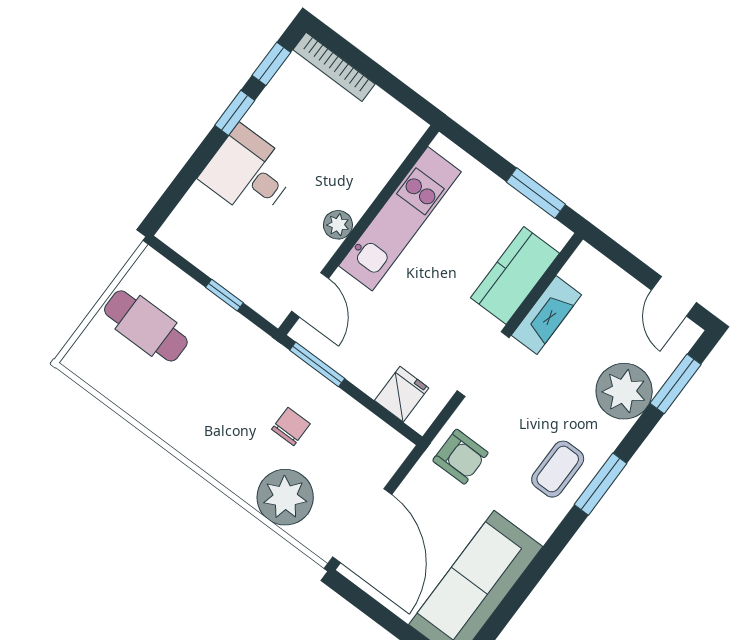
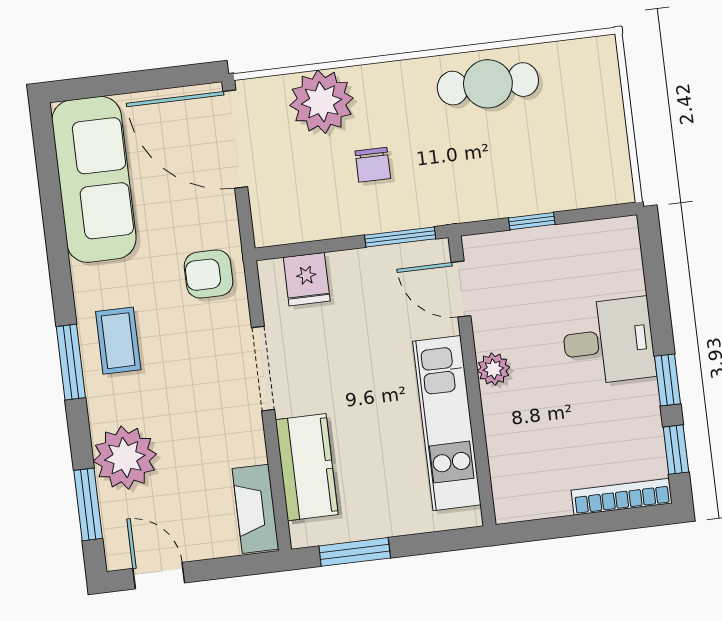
fireplace: (546, 315) -> (255, 509), moved
cafe table: (146, 326) -> (488, 84), moved

